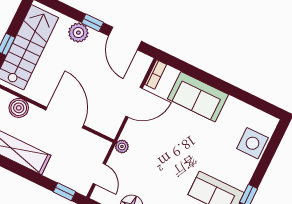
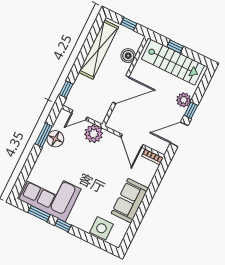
sofa: (198, 97) -> (130, 201), moved
plant: (122, 146) -> (94, 134), width x1.87, depth x1.87

